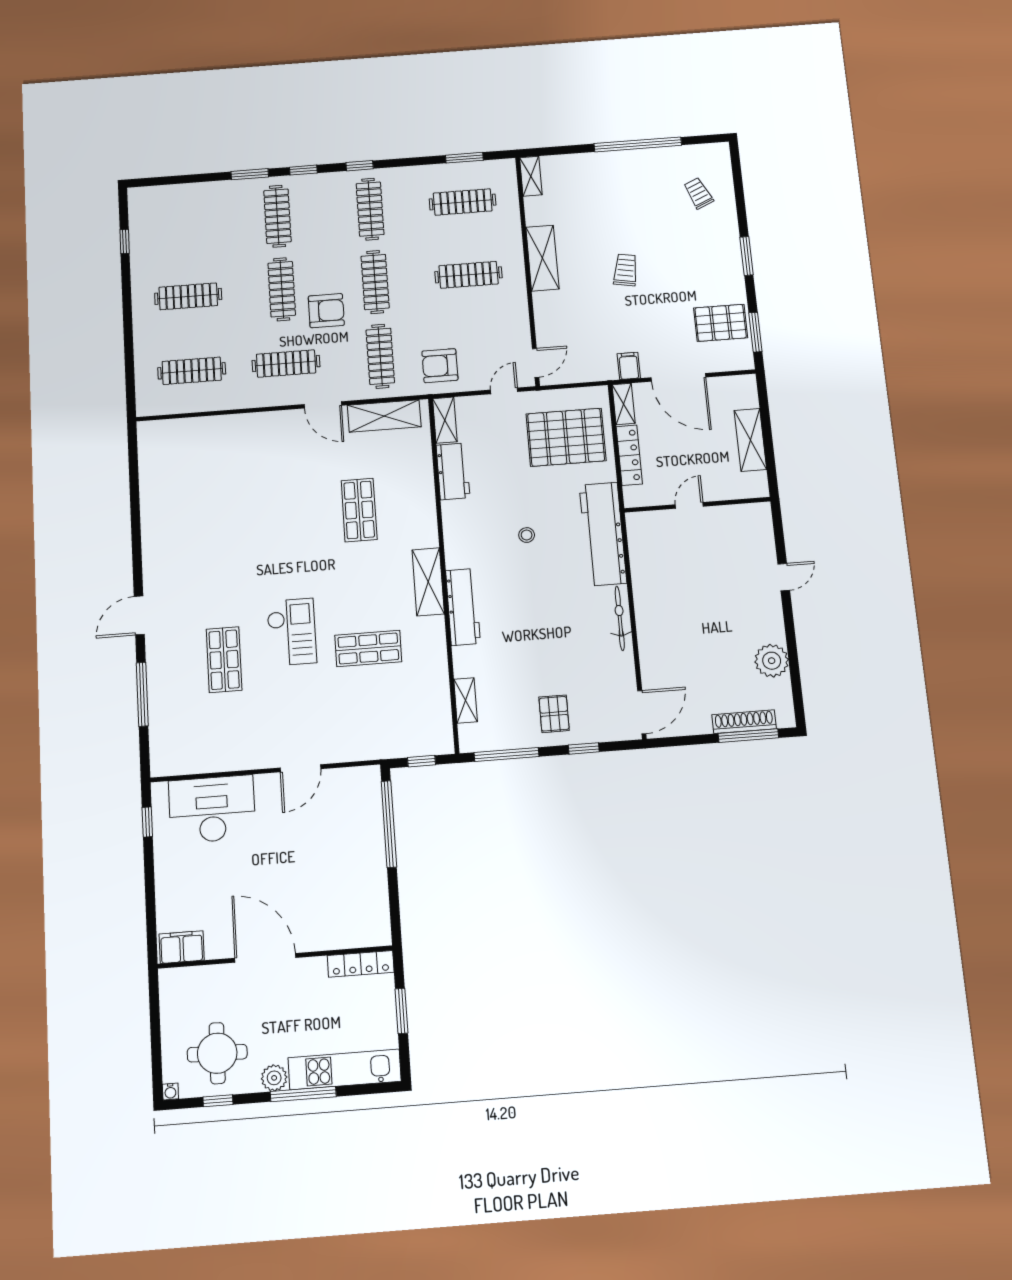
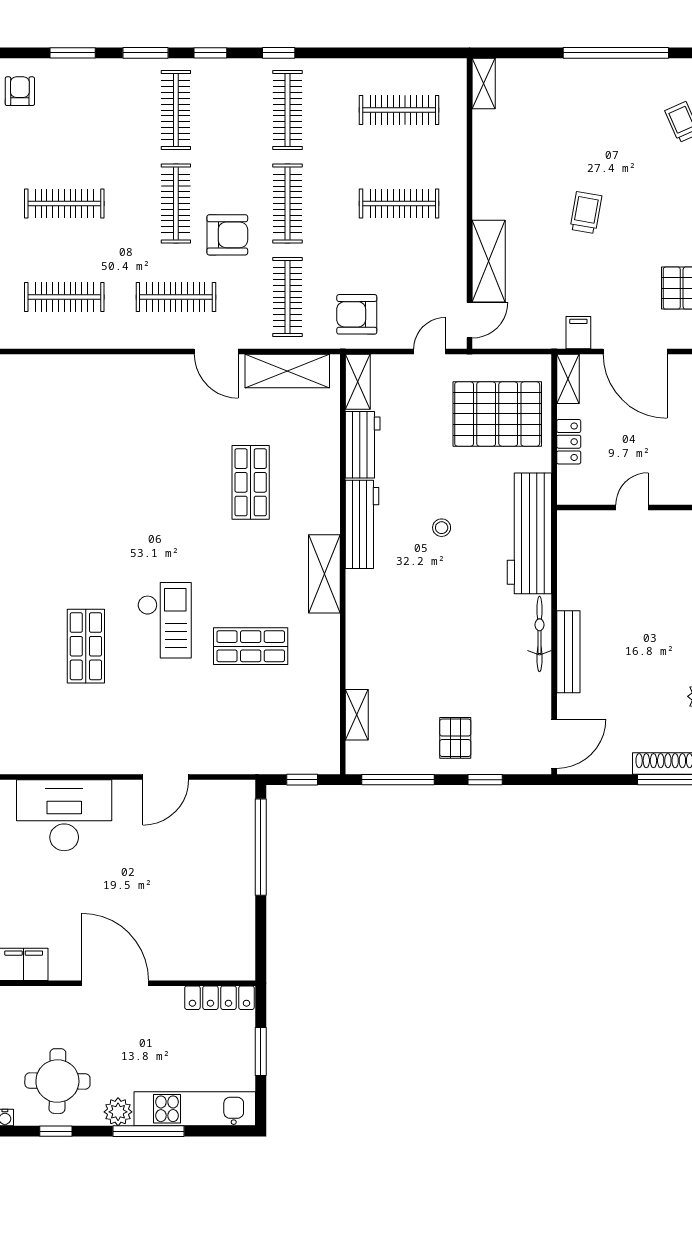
window: (464, 158) -> (73, 53), moved
armchair: (147, 212) -> (20, 91), added
shelving: (542, 258) -> (489, 261), moved
locker: (629, 455) -> (569, 442), width x0.66
workbench: (463, 607) -> (362, 524), moved
bench: (646, 632) -> (568, 652), added

